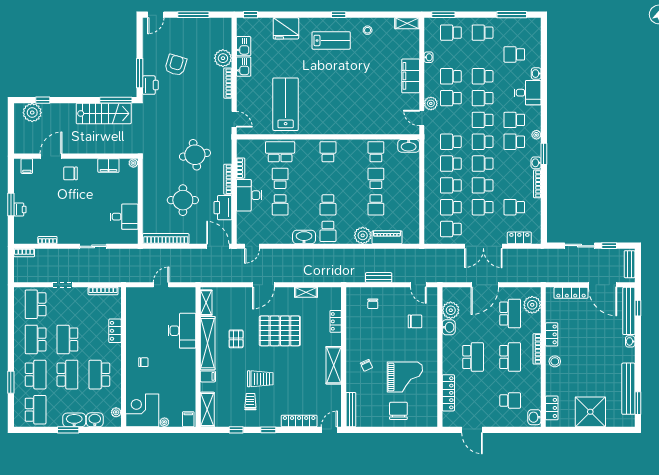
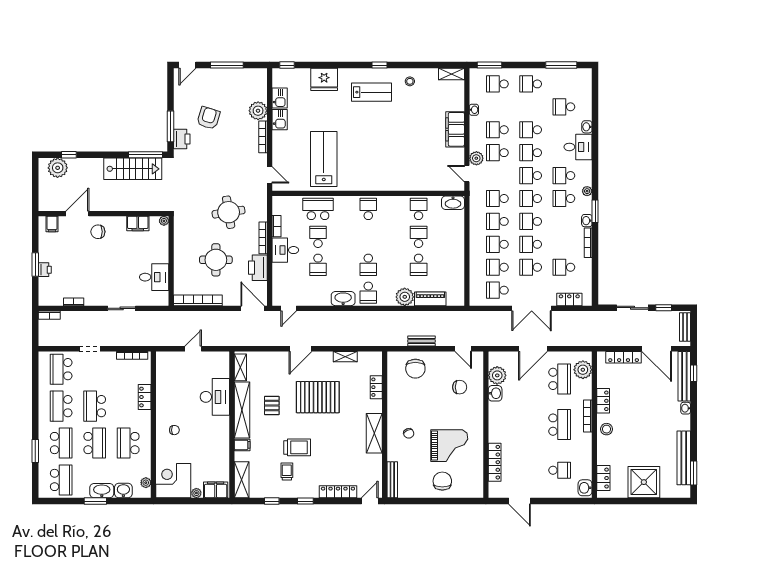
desk: (249, 195) -> (285, 250), width x0.73
chair: (373, 304) -> (415, 369), width x1.87, depth x1.87
school desk: (473, 357) -> (521, 425), removed
filing cabinet: (188, 419) -> (216, 490), width x2.00

